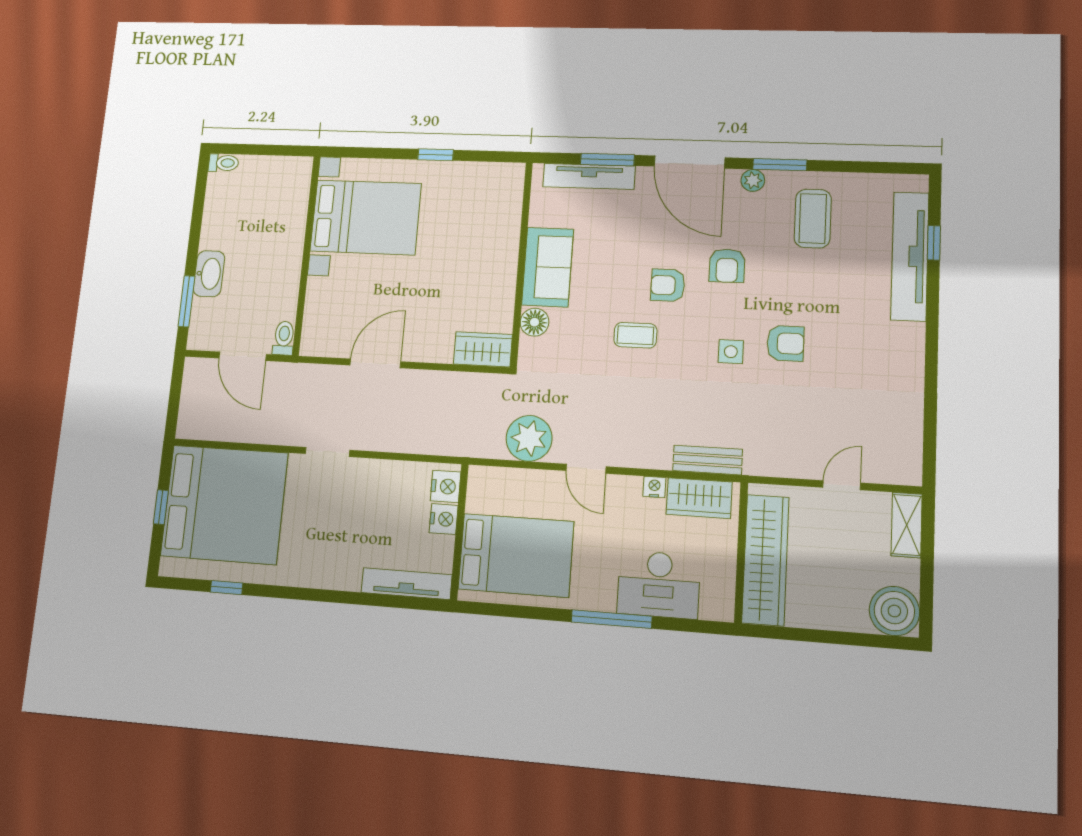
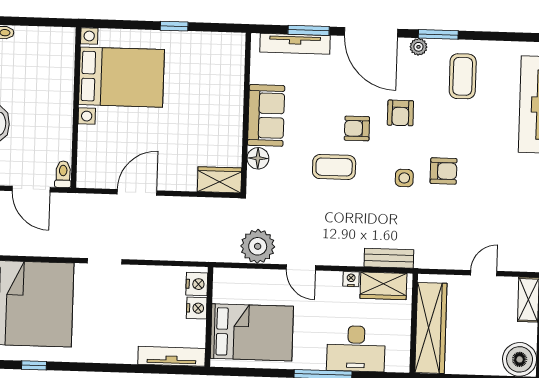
coffee table: (635, 335) -> (334, 167), width x1.36, depth x1.30

